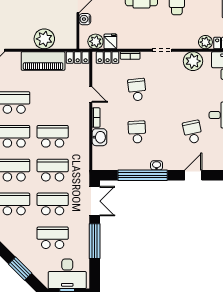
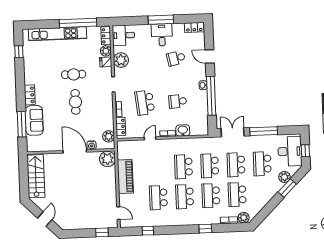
plant: (44, 39) -> (107, 159), moved
fridge: (110, 41) -> (106, 62), moved
locker: (78, 58) -> (122, 150), removed
school desk: (137, 90) -> (145, 103), width x1.85
plant: (35, 266) -> (284, 177), added

